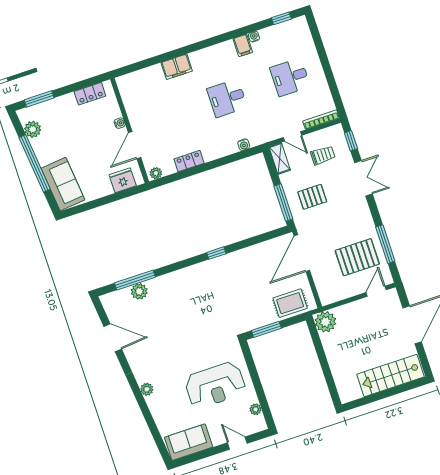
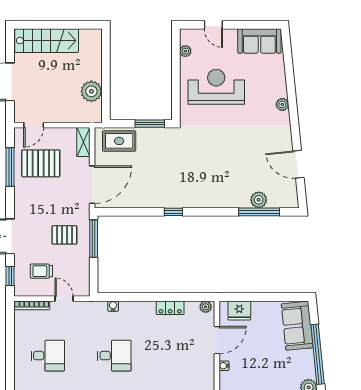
shelving: (280, 158) -> (83, 142), moved
plant: (325, 322) -> (91, 91), moved

